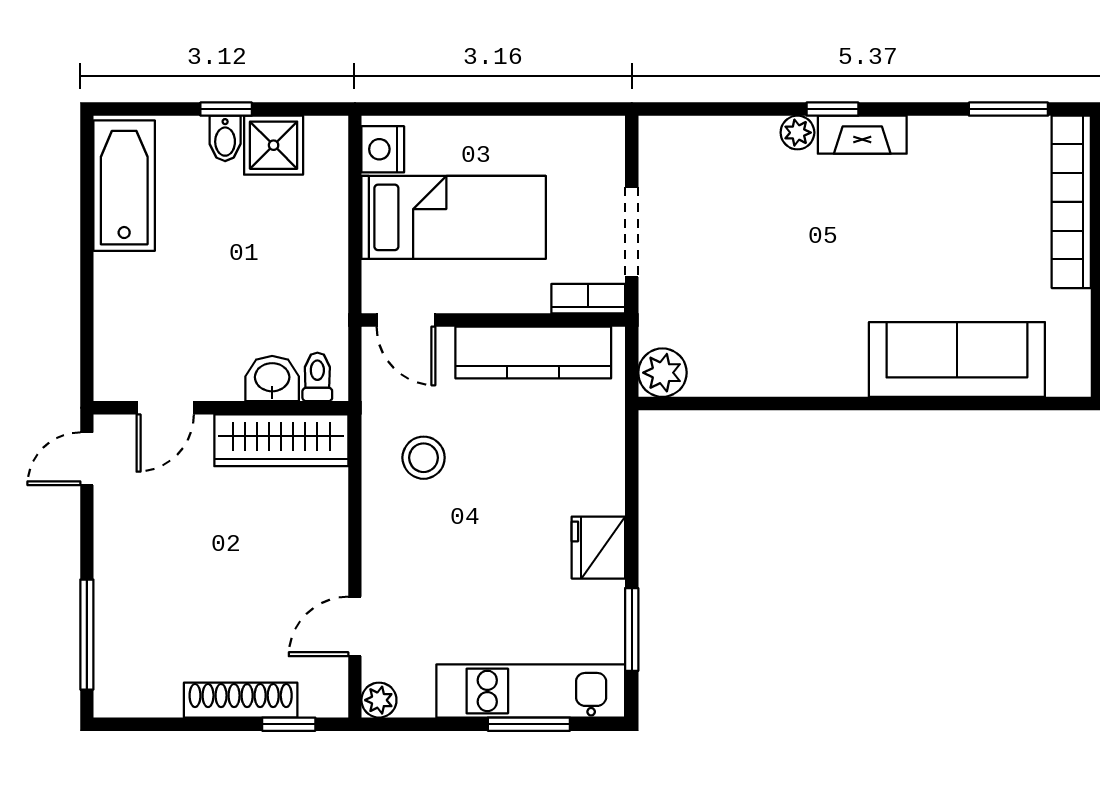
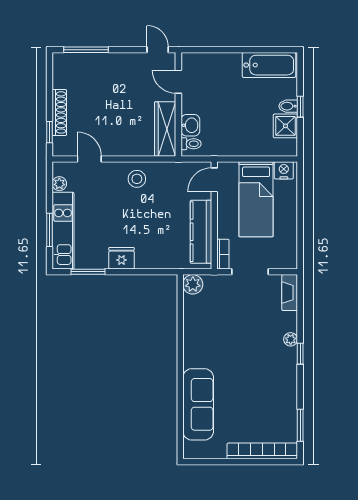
fireplace: (862, 135) -> (290, 293), moved
stool: (424, 458) -> (137, 179), moved
plant: (379, 700) -> (59, 184), moved

